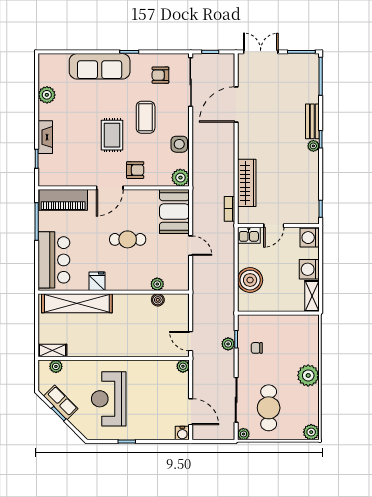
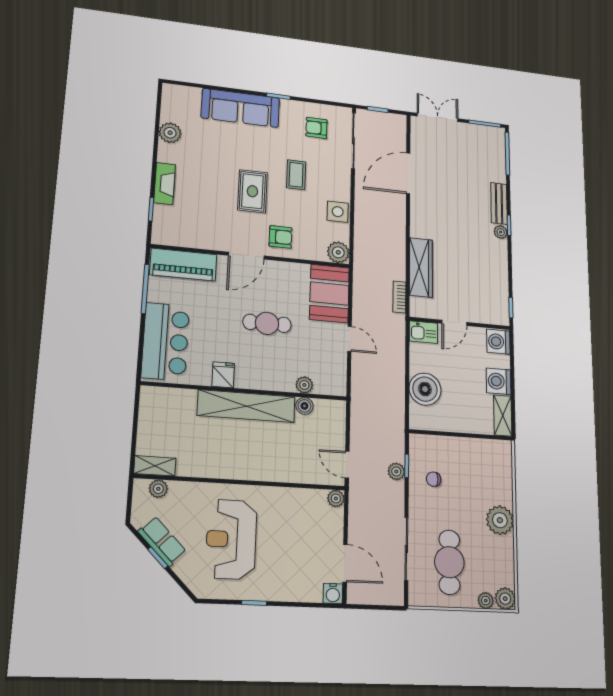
coffee table: (146, 117) -> (296, 175), width x0.73, depth x0.77
shelving: (77, 303) -> (246, 406), moved
plant: (243, 434) -> (486, 601), moved

